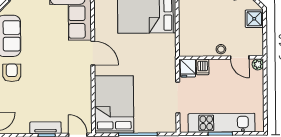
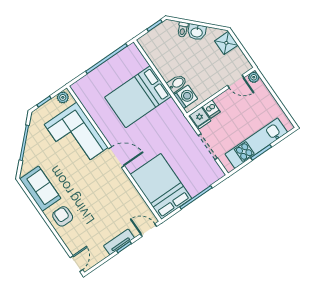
bidet: (188, 25) -> (177, 83), added
washing machine: (188, 41) -> (186, 97), added
stool: (221, 49) -> (216, 85), removed

